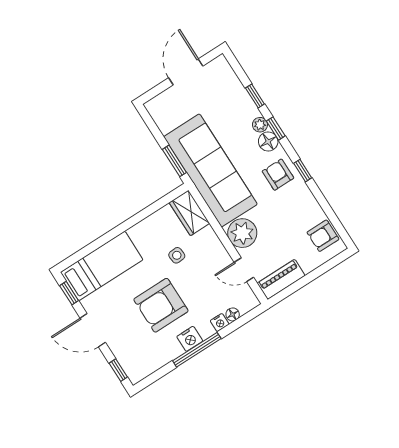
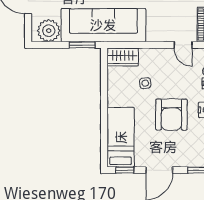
plant: (242, 233) -> (49, 31), moved
door: (244, 270) -> (183, 45), hinge flipped

